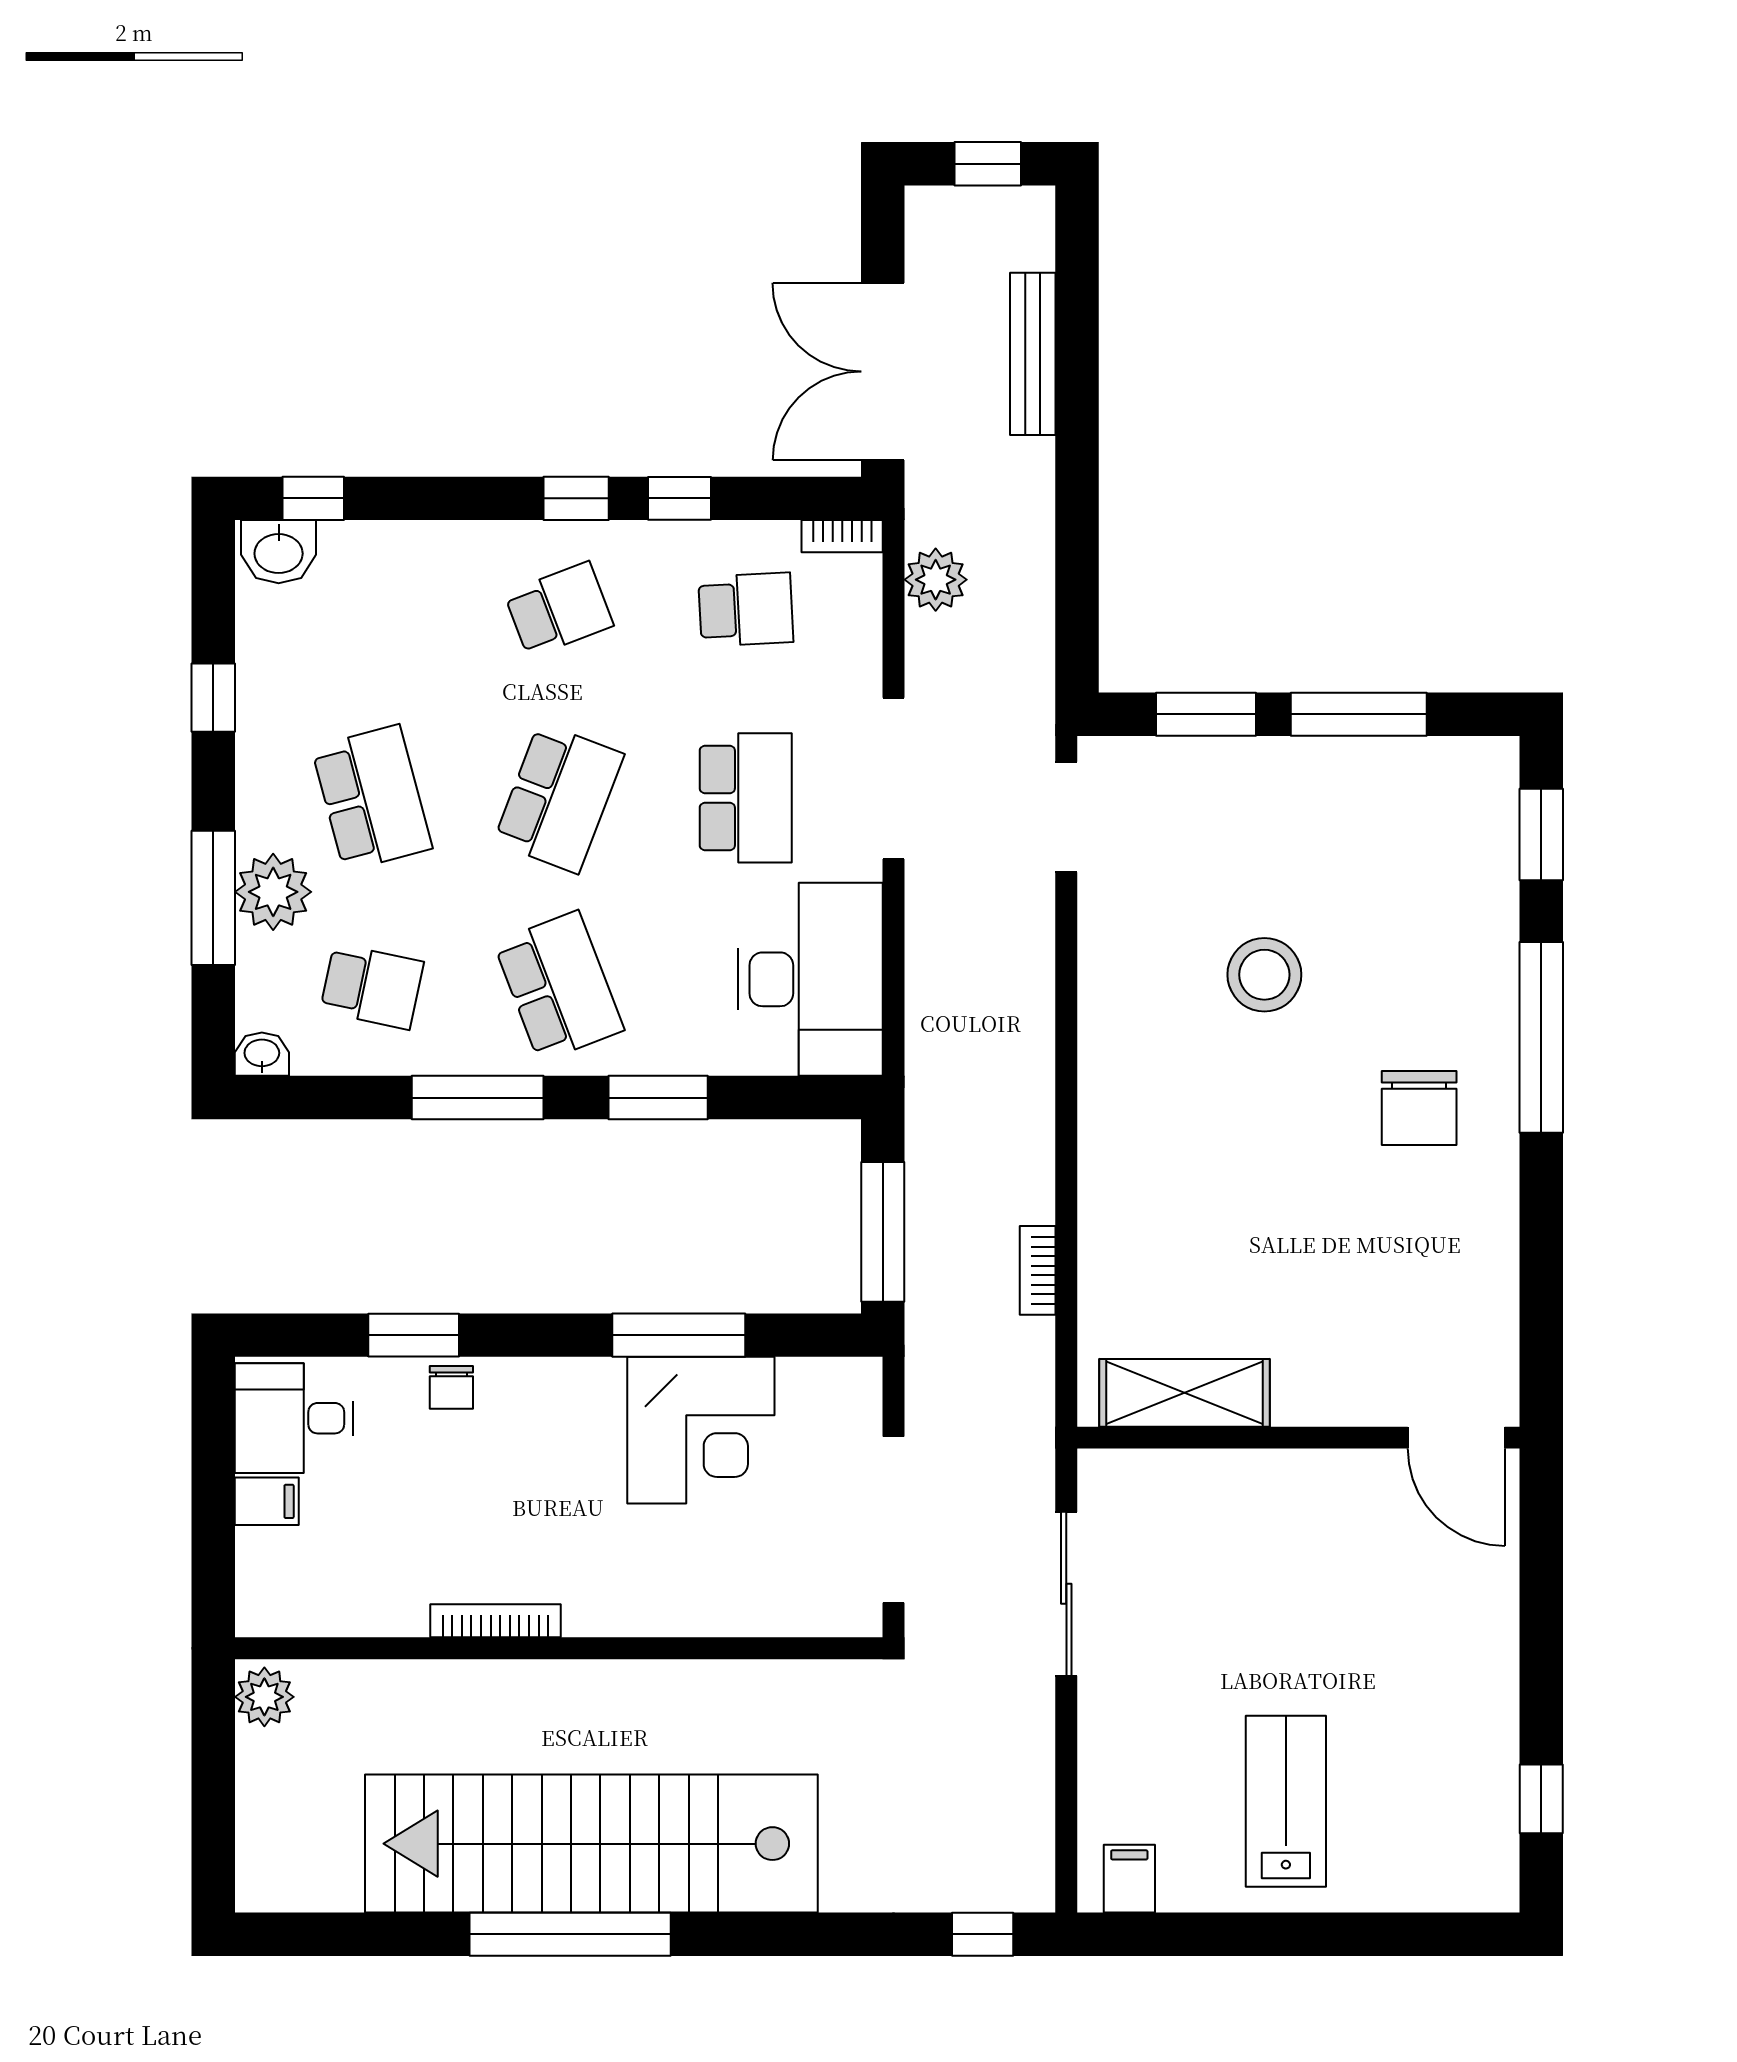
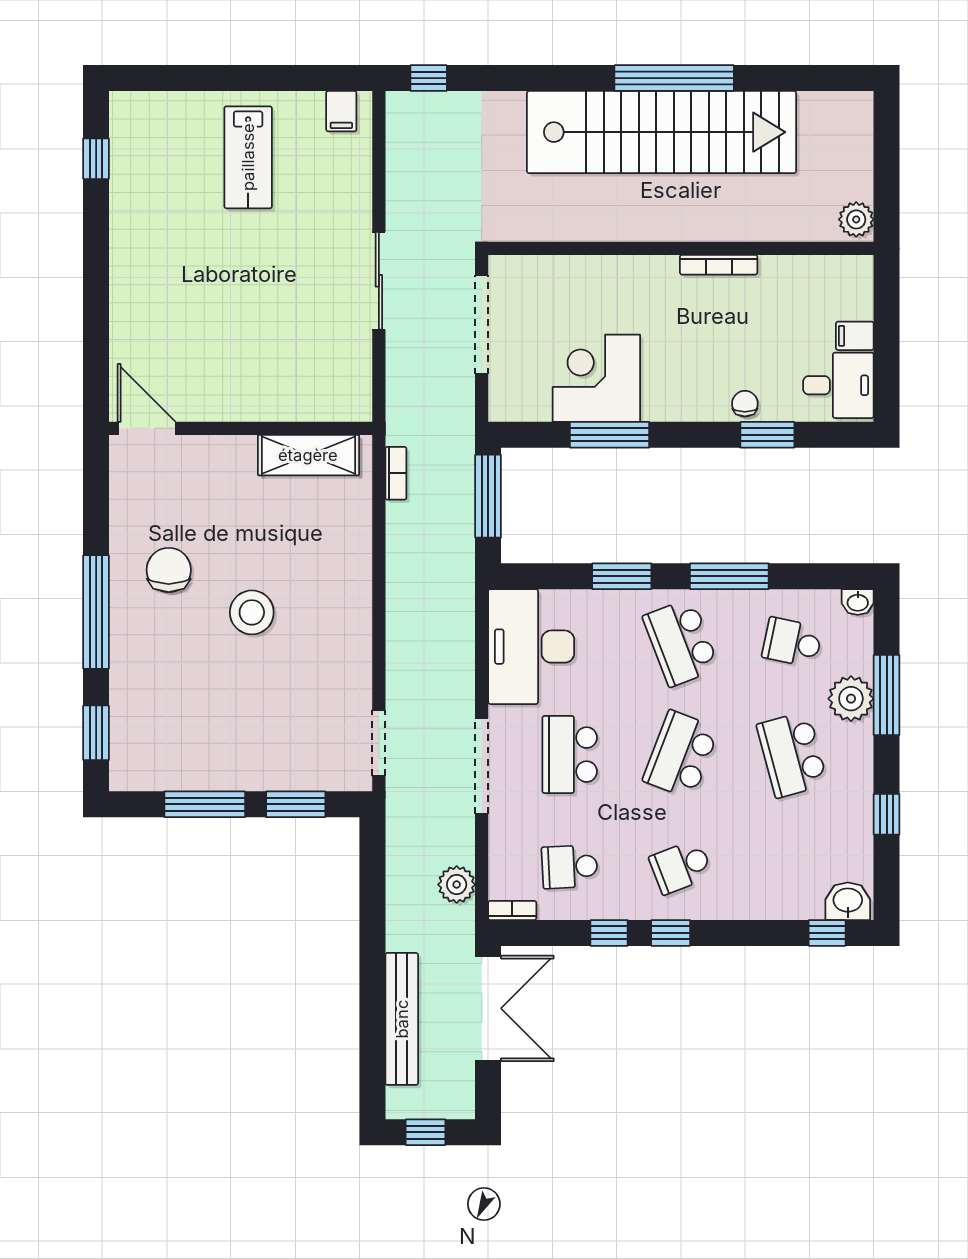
bench: (1033, 354) -> (402, 1019), width x1.37, depth x1.21
stool: (1264, 975) -> (252, 612), moved
shelving: (1184, 1393) -> (308, 455), moved
wall: (1298, 1438) -> (241, 428), moved
door: (1456, 1438) -> (147, 428), moved

